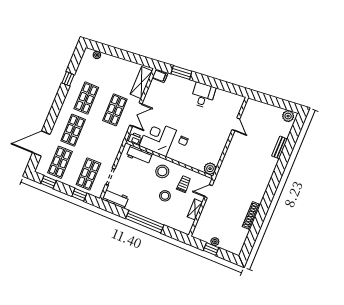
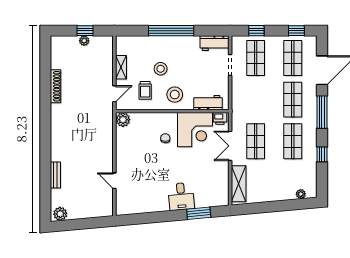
filing cabinet: (160, 76) -> (221, 199), removed
desk: (203, 95) -> (181, 196), moved
window: (55, 111) -> (322, 112), added

